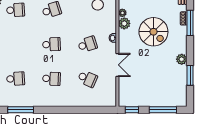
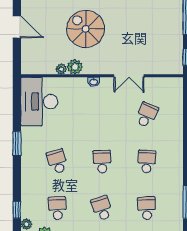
spiral stairs: (153, 32) -> (86, 29), turned -90
school desk: (87, 44) -> (102, 208), moved
double door: (117, 65) -> (129, 76), swing flipped

